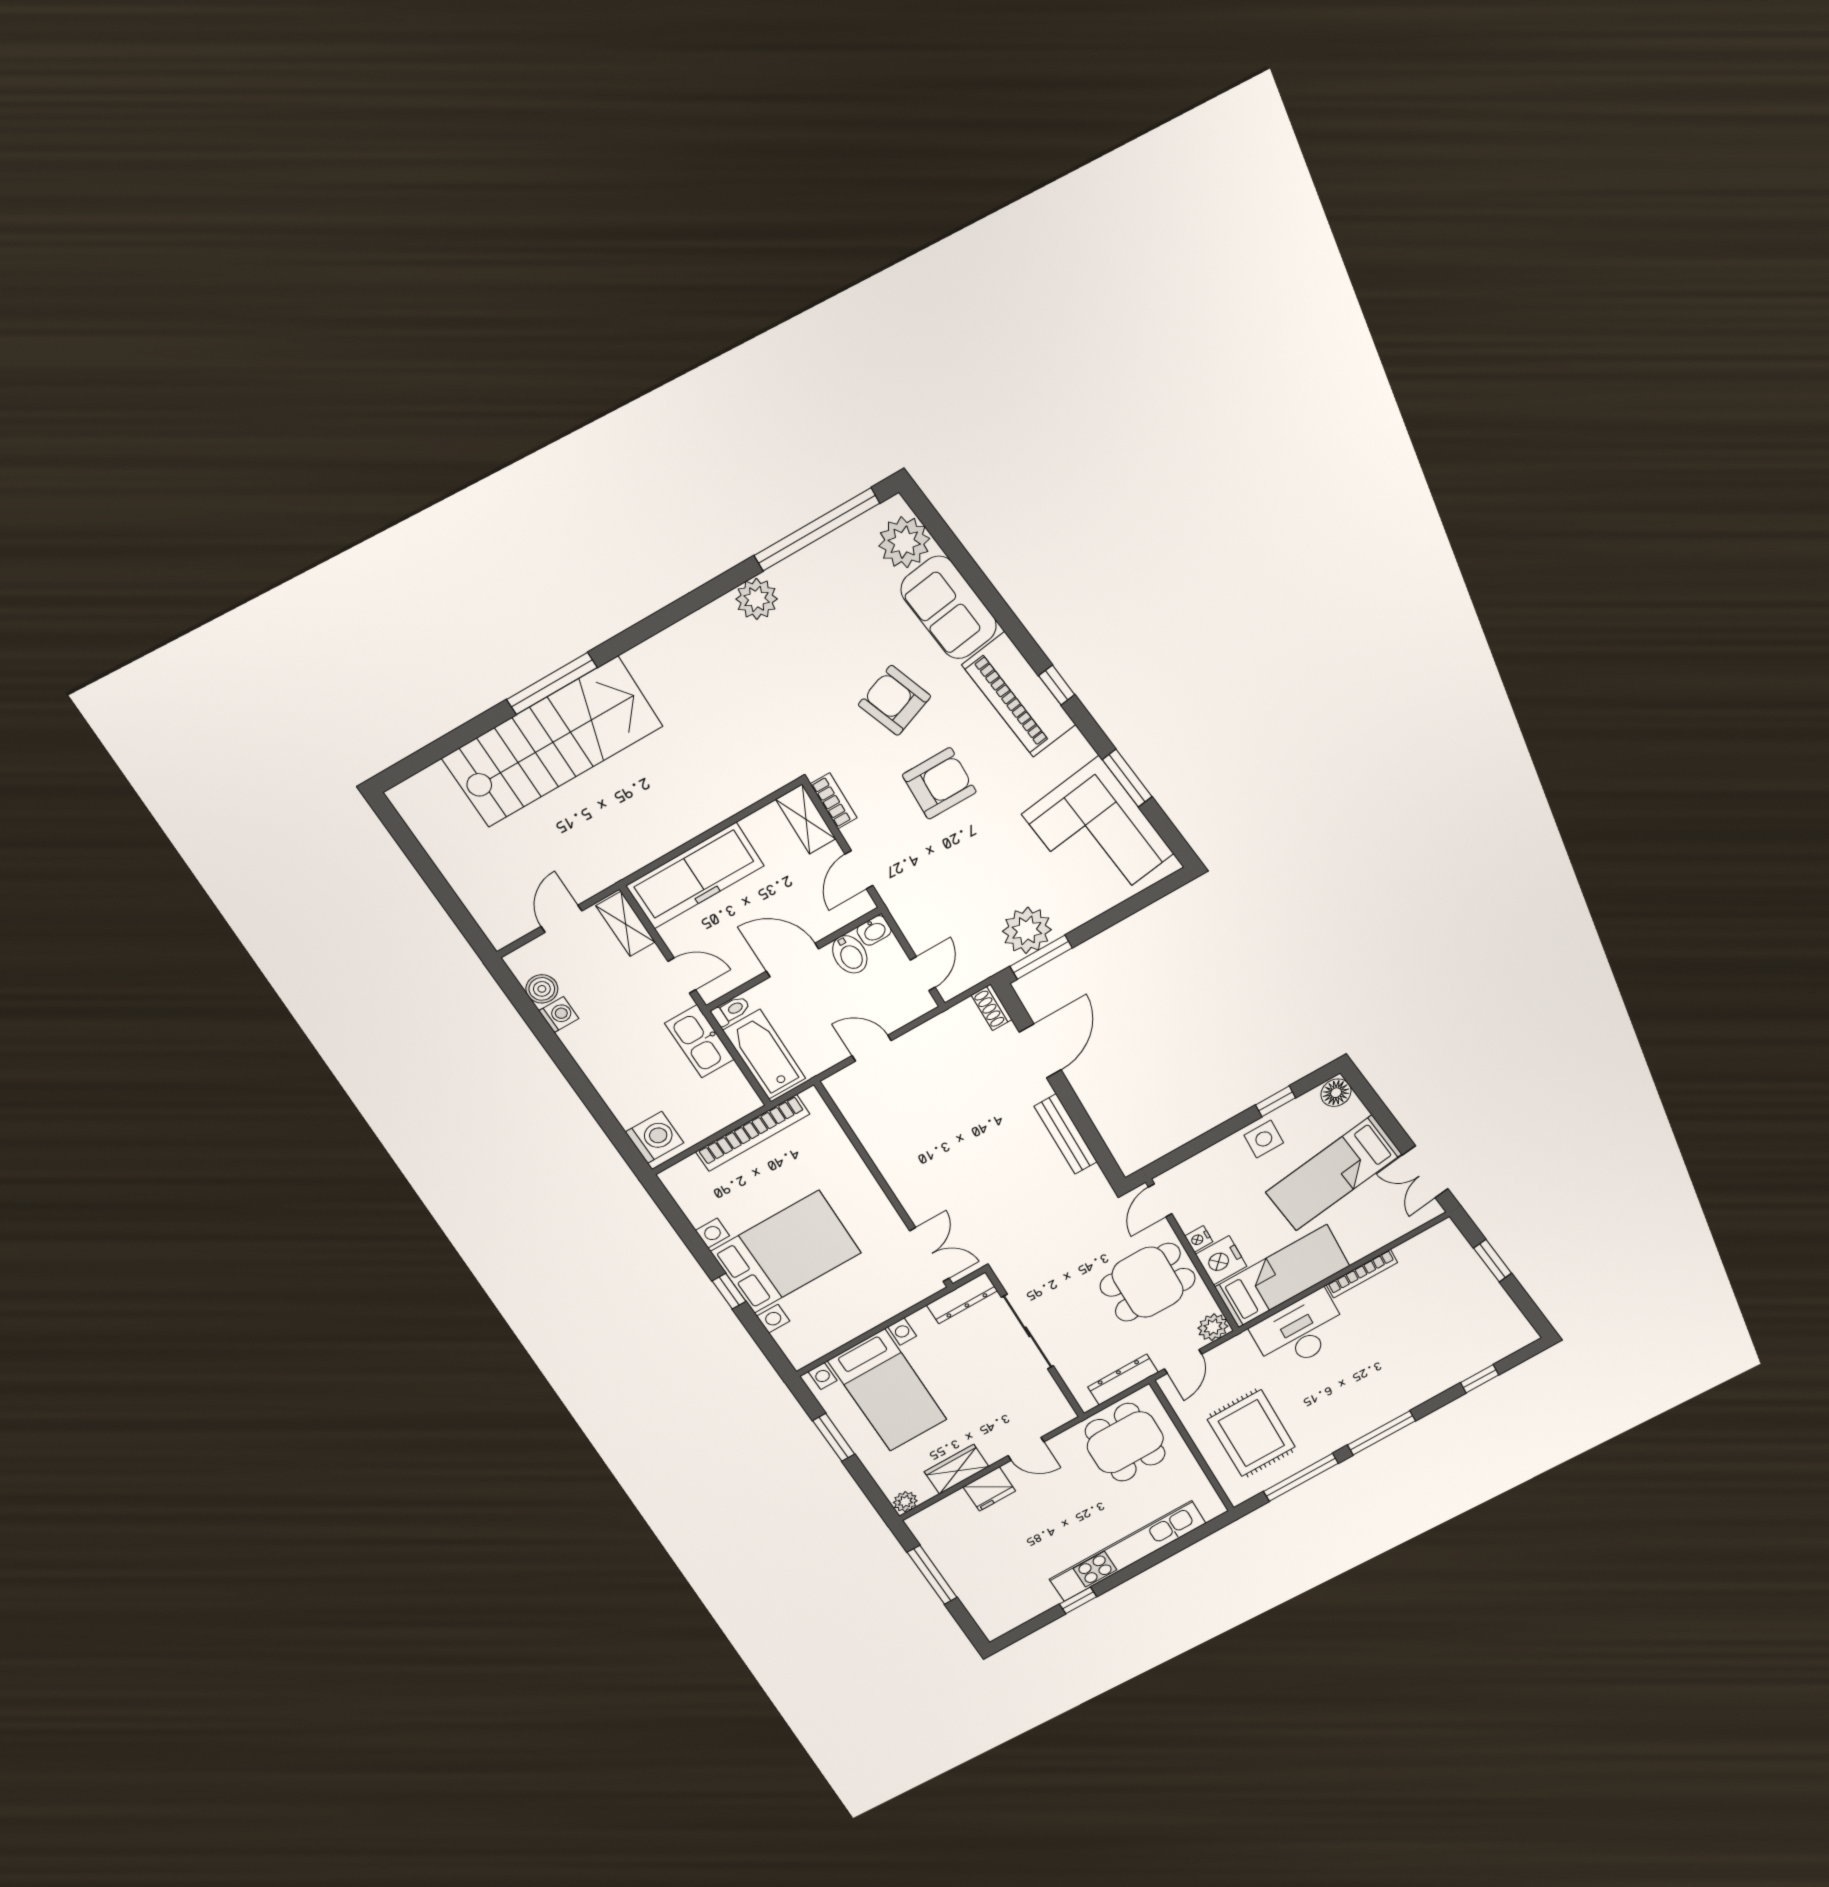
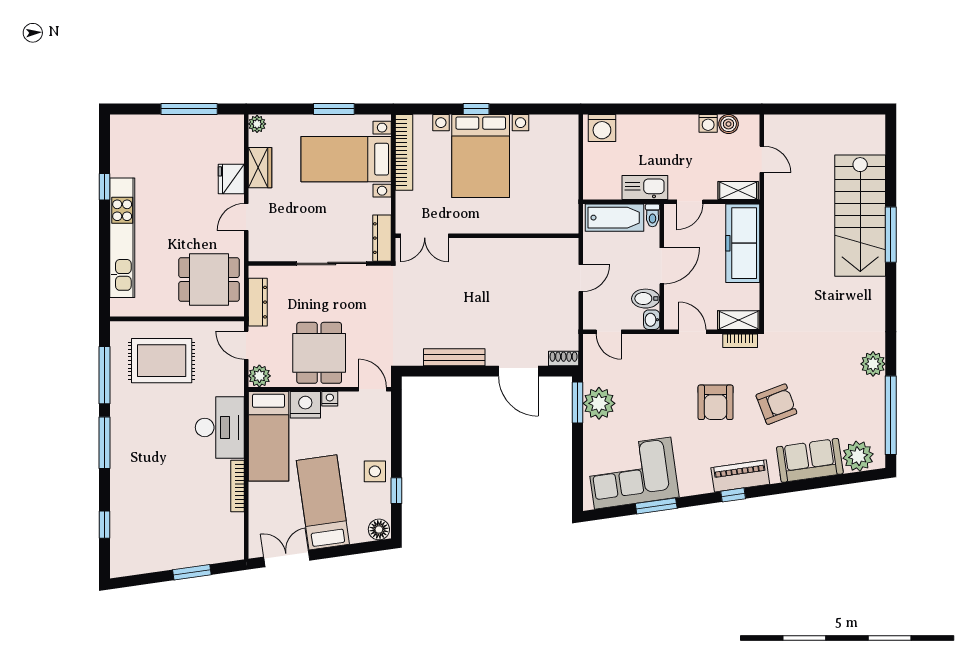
piano: (1019, 695) -> (740, 476), width x0.73, depth x0.75
bookcase: (753, 1133) -> (404, 152), moved, turned 180

